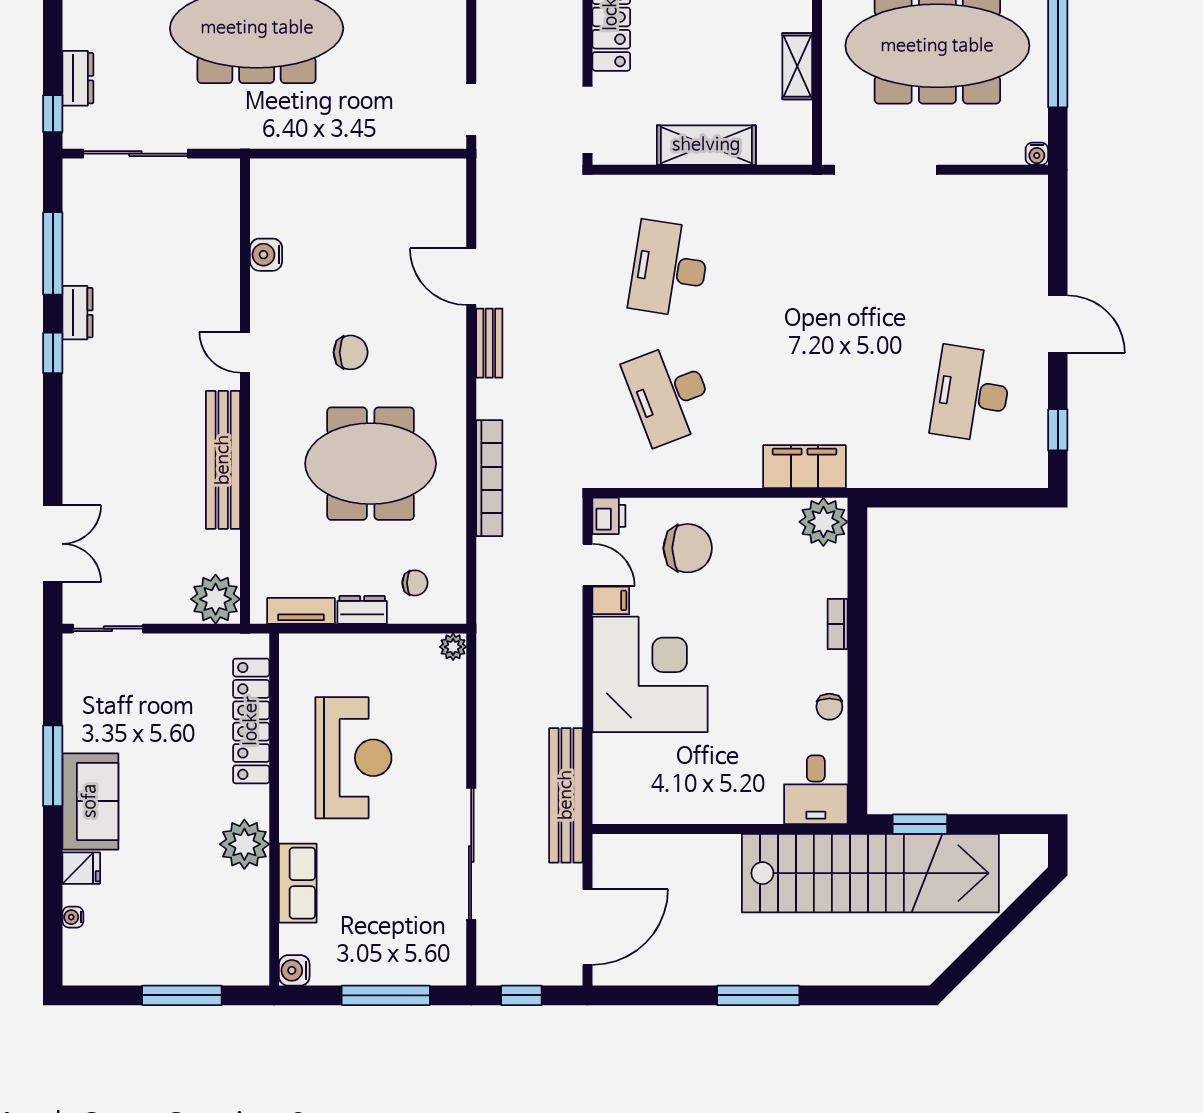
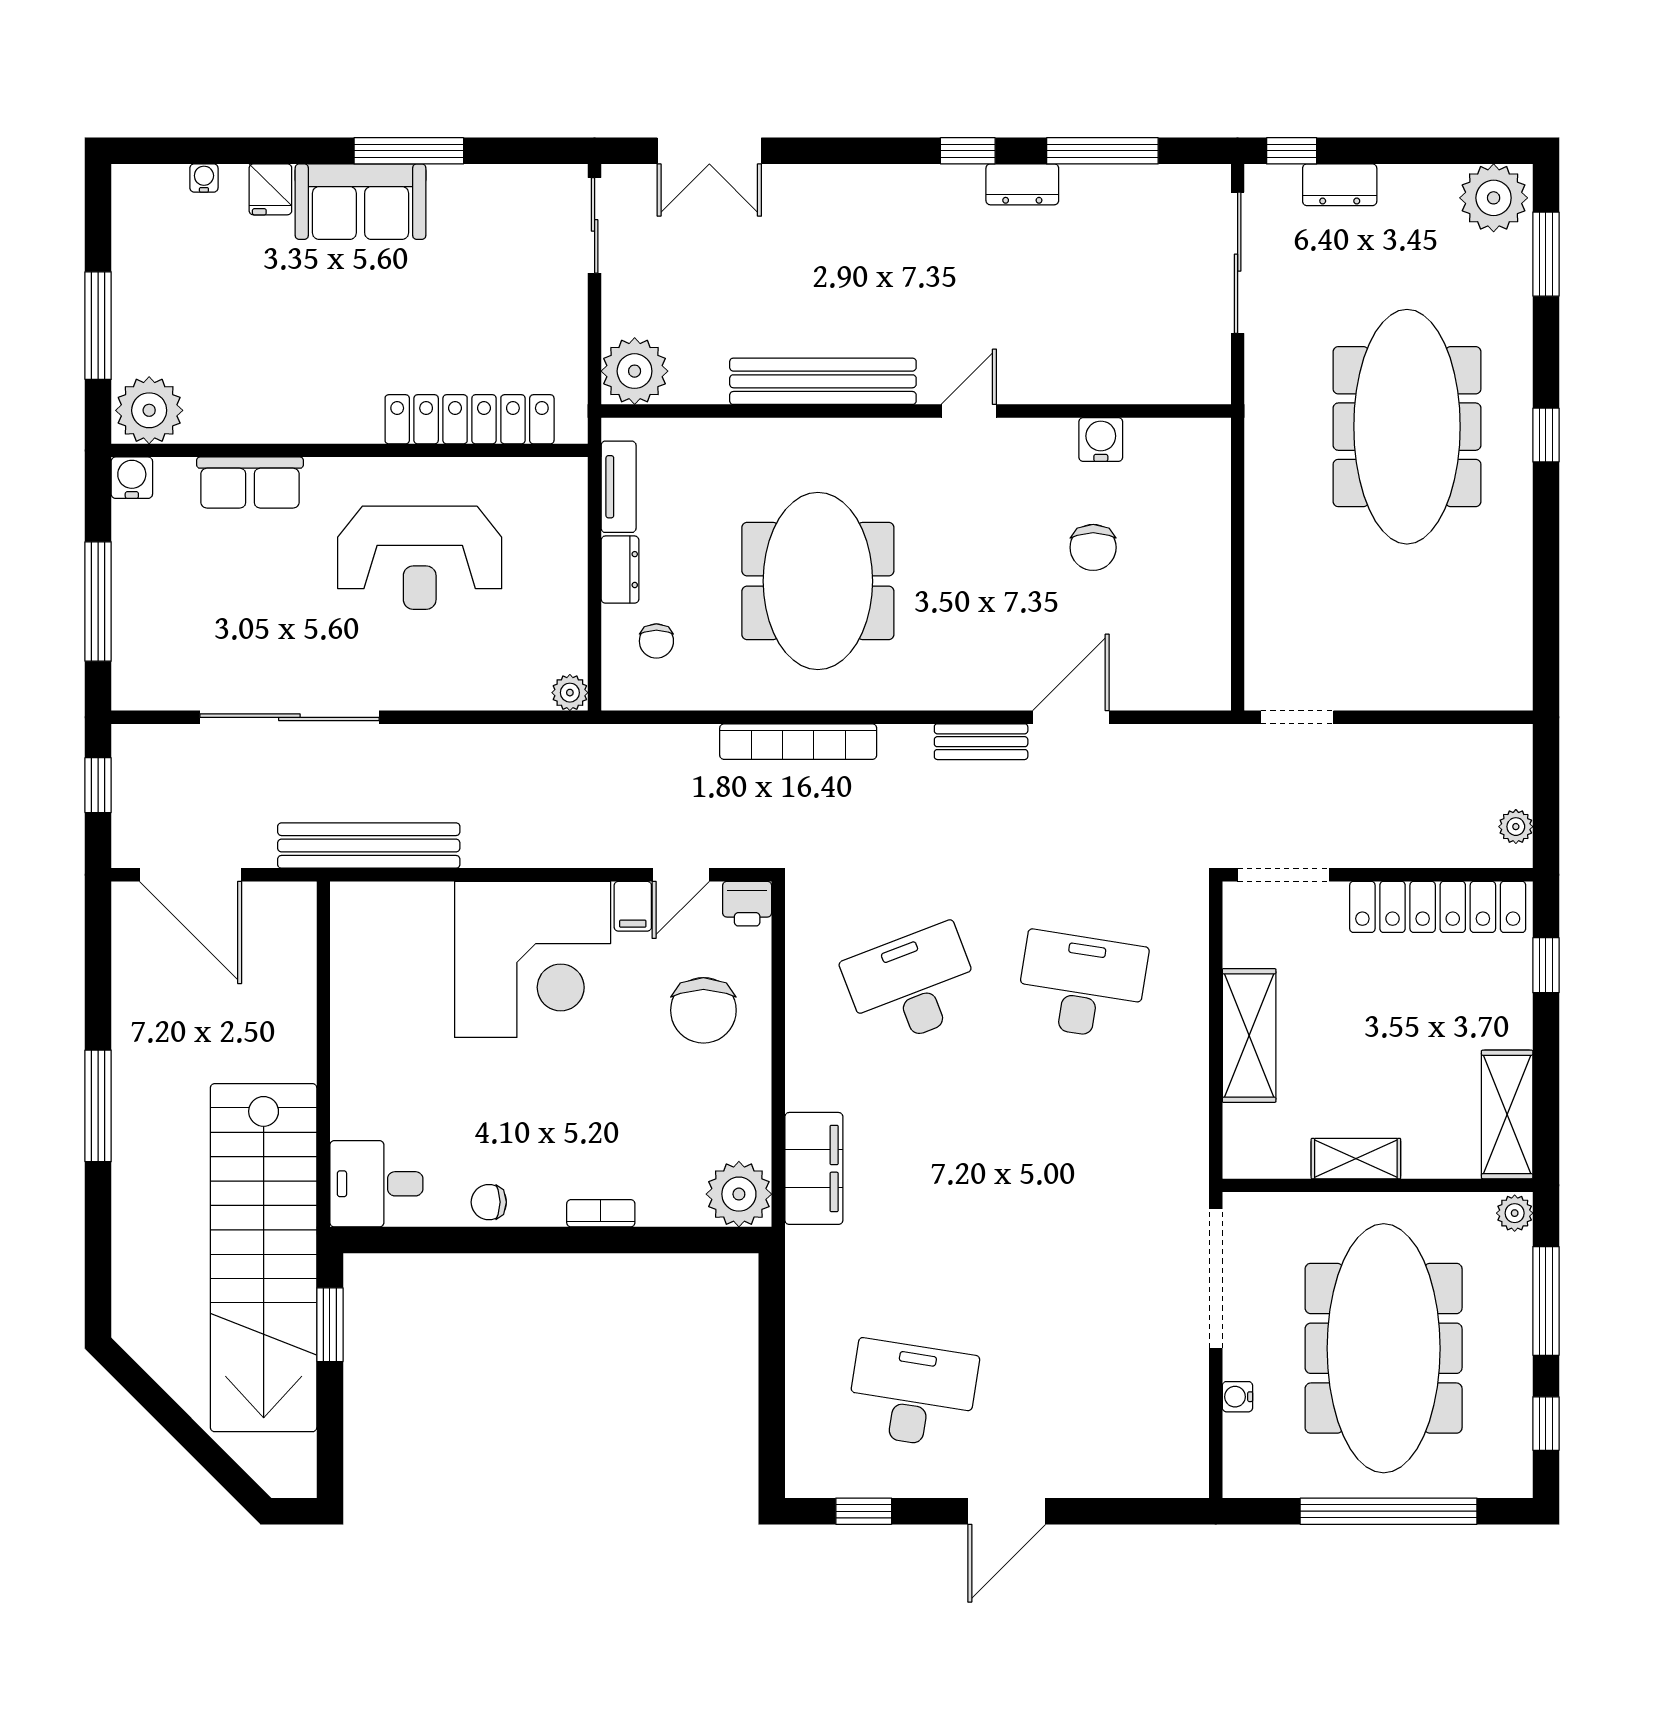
water cooler: (1037, 154) -> (1237, 1397), moved
chair: (351, 352) -> (1093, 547), moved
plant: (244, 844) -> (149, 410), moved

